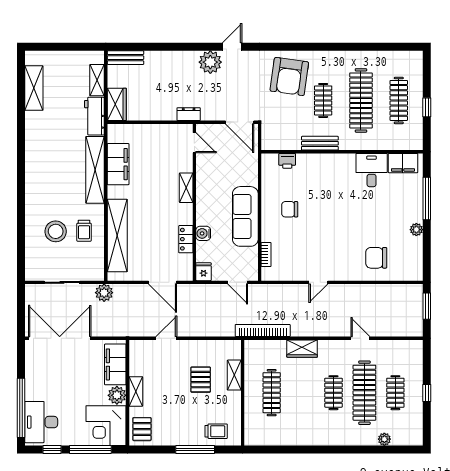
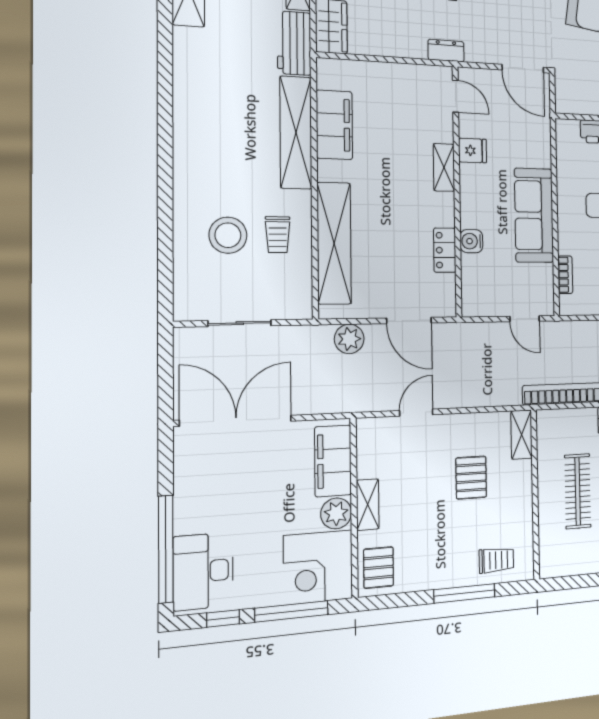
fridge: (204, 272) -> (473, 151), moved, turned 90
plant: (104, 293) -> (349, 339), moved
shelving: (234, 375) -> (522, 435), moved

